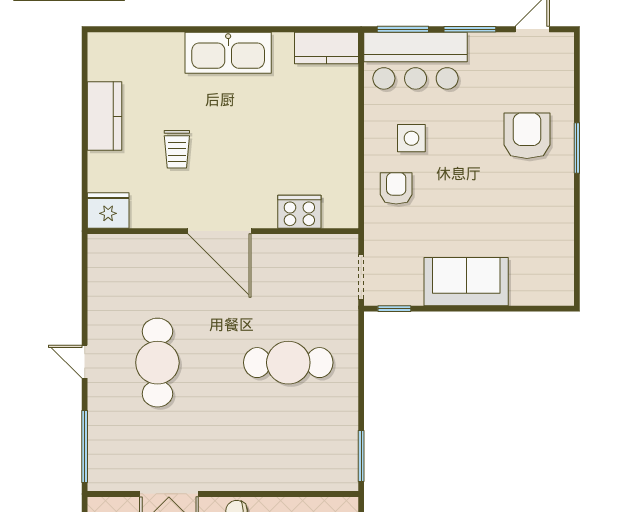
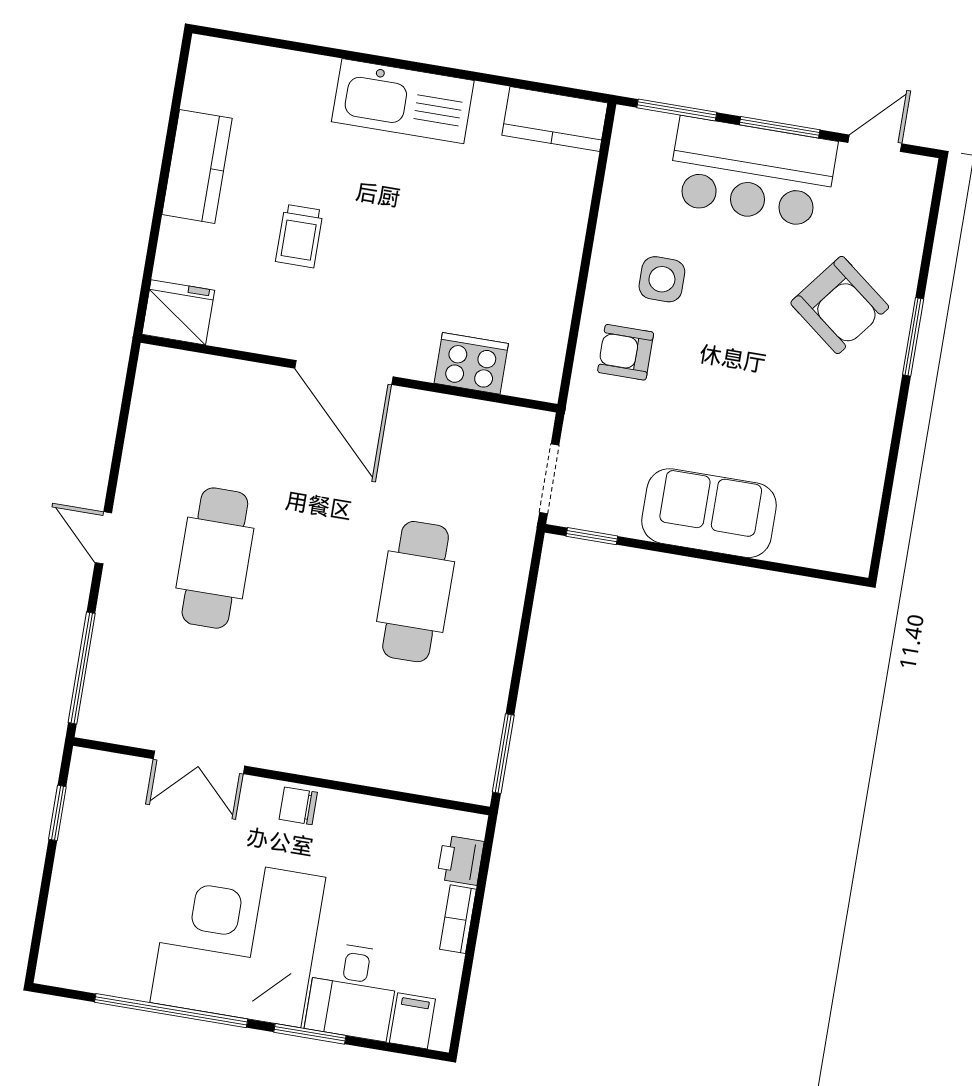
bar counter: (416, 61) -> (752, 172), moved
armchair: (527, 136) -> (840, 305), turned 128
armchair: (396, 188) -> (626, 352), turned -90
cafe table: (288, 363) -> (416, 592), turned 90

